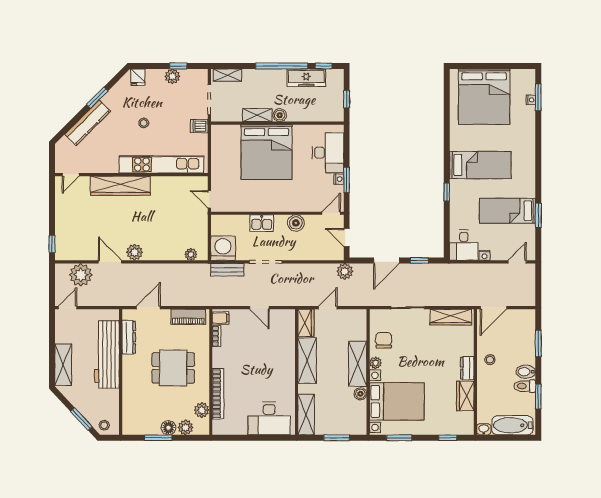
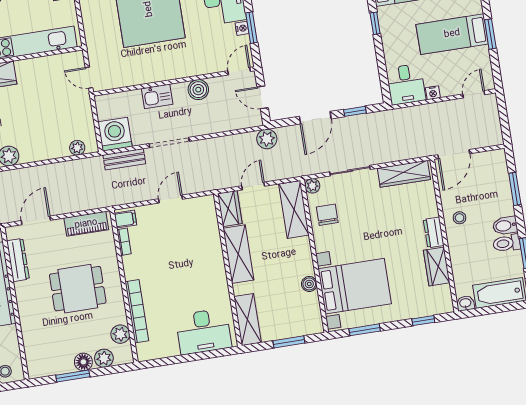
door: (259, 308) -> (170, 199), swing flipped
plant: (375, 363) -> (312, 186), moved
shelving: (358, 364) -> (294, 209), moved

